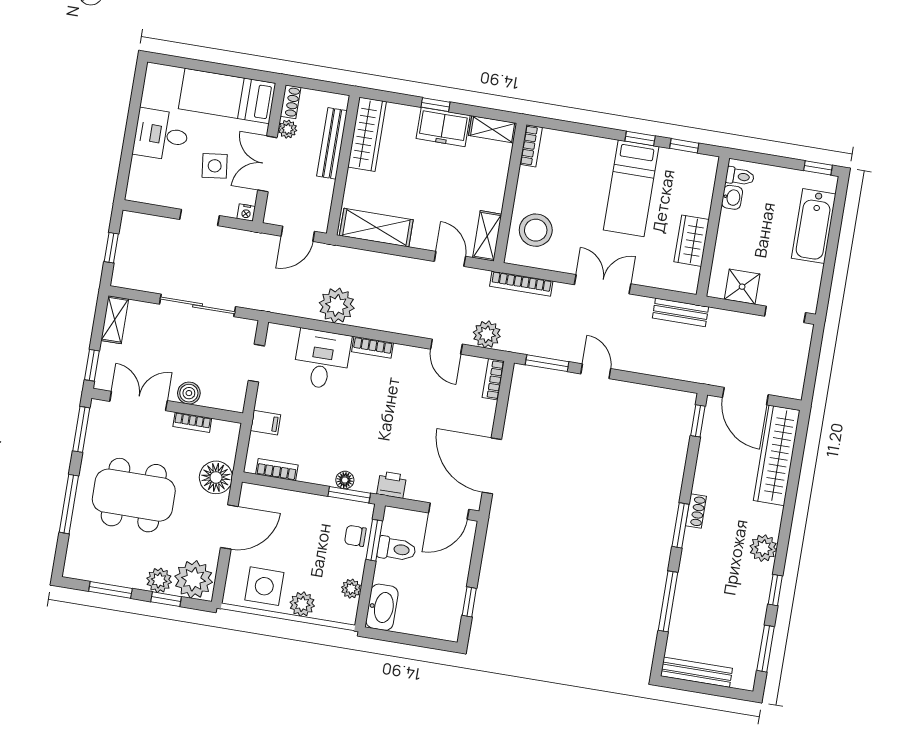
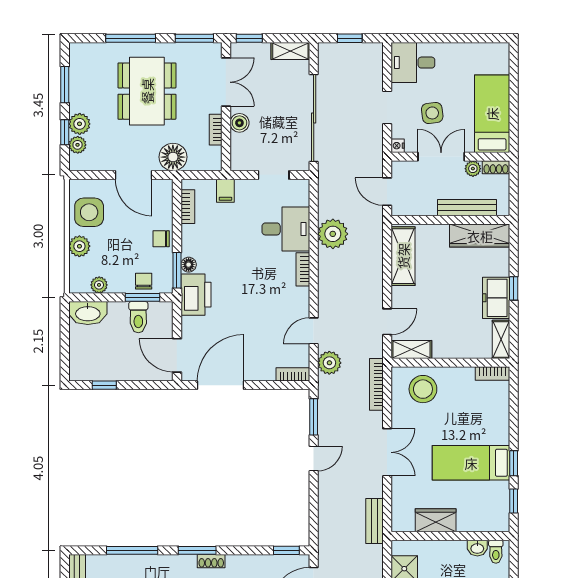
desk: (161, 135) -> (413, 63), moved, turned -90
sliding door: (198, 305) -> (314, 118), width x1.36
printer: (392, 485) -> (196, 295), width x1.87, depth x1.48
chair: (309, 507) -> (161, 239), added
plant: (194, 579) -> (78, 145), width x0.53, depth x0.53

